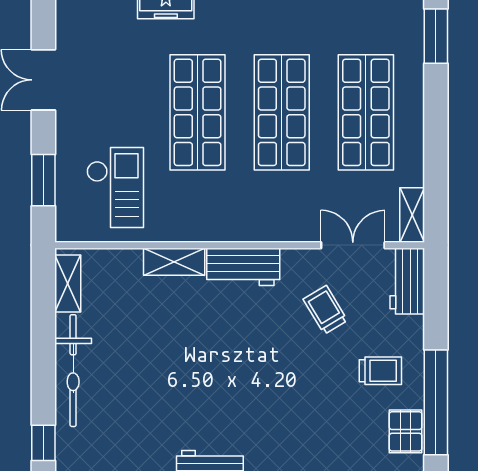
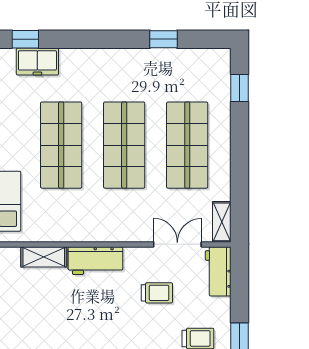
window: (436, 36) -> (240, 88), width x0.67
trolley: (325, 310) -> (157, 293), turned 121

